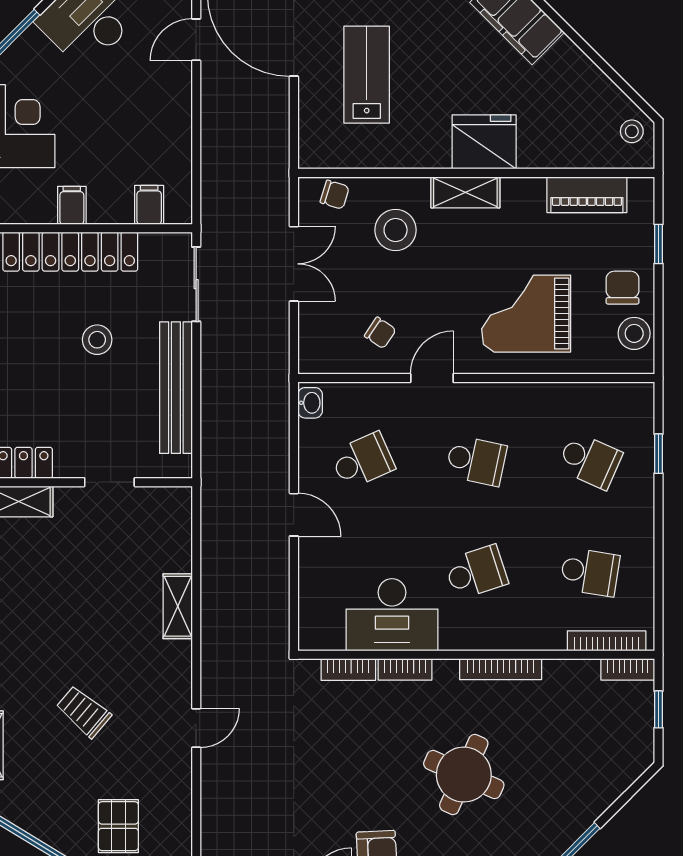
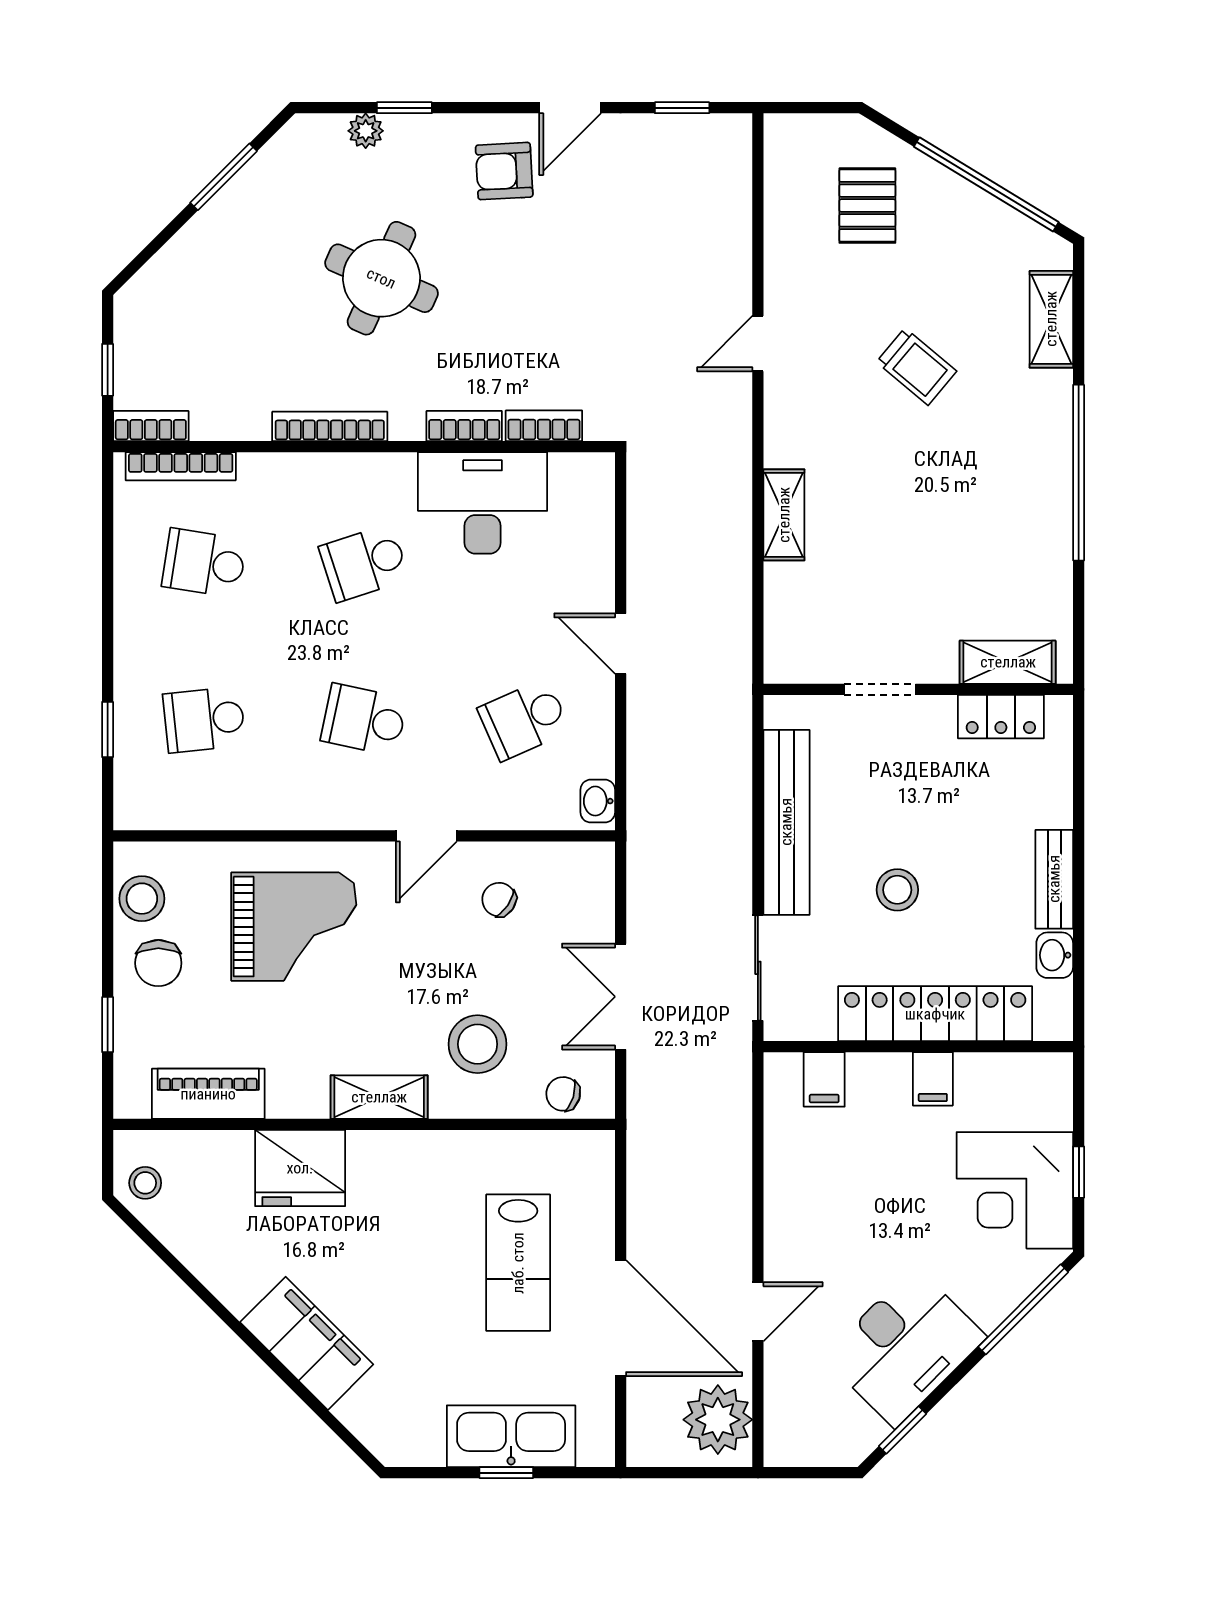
fridge: (484, 142) -> (300, 1168), moved
school desk: (590, 461) -> (204, 720), turned -30

